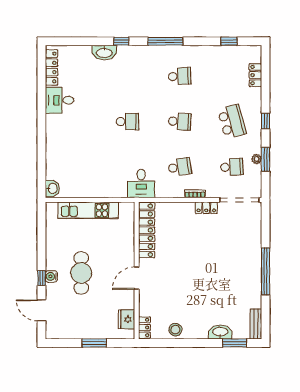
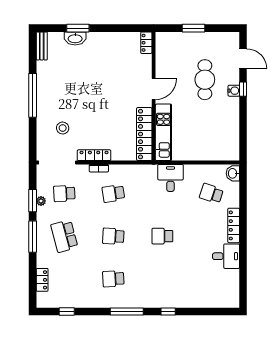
washbasin: (104, 53) -> (184, 301), removed
locker: (52, 67) -> (234, 225), moved
window: (266, 121) -> (33, 237), width x2.17
school desk: (75, 167) -> (211, 193), added
desk: (141, 183) -> (170, 178), moved
locker: (206, 208) -> (94, 155), width x1.53
kitchen unit: (88, 210) -> (163, 132), moved, turned 90
cafe table: (81, 273) -> (205, 80), moved
fridge: (127, 319) -> (163, 50), removed
stool: (175, 330) -> (63, 128), moved
window: (235, 343) -> (78, 28), moved

